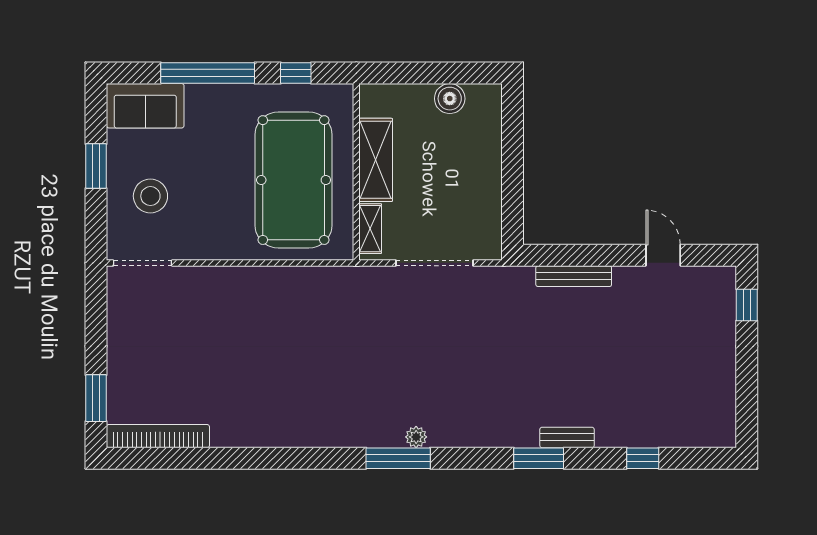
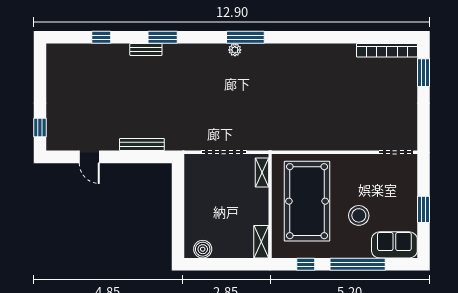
boiler: (450, 99) -> (203, 249), moved
shelving: (376, 160) -> (261, 242), moved, width x0.67, depth x0.75
stool: (150, 196) -> (359, 215), moved

